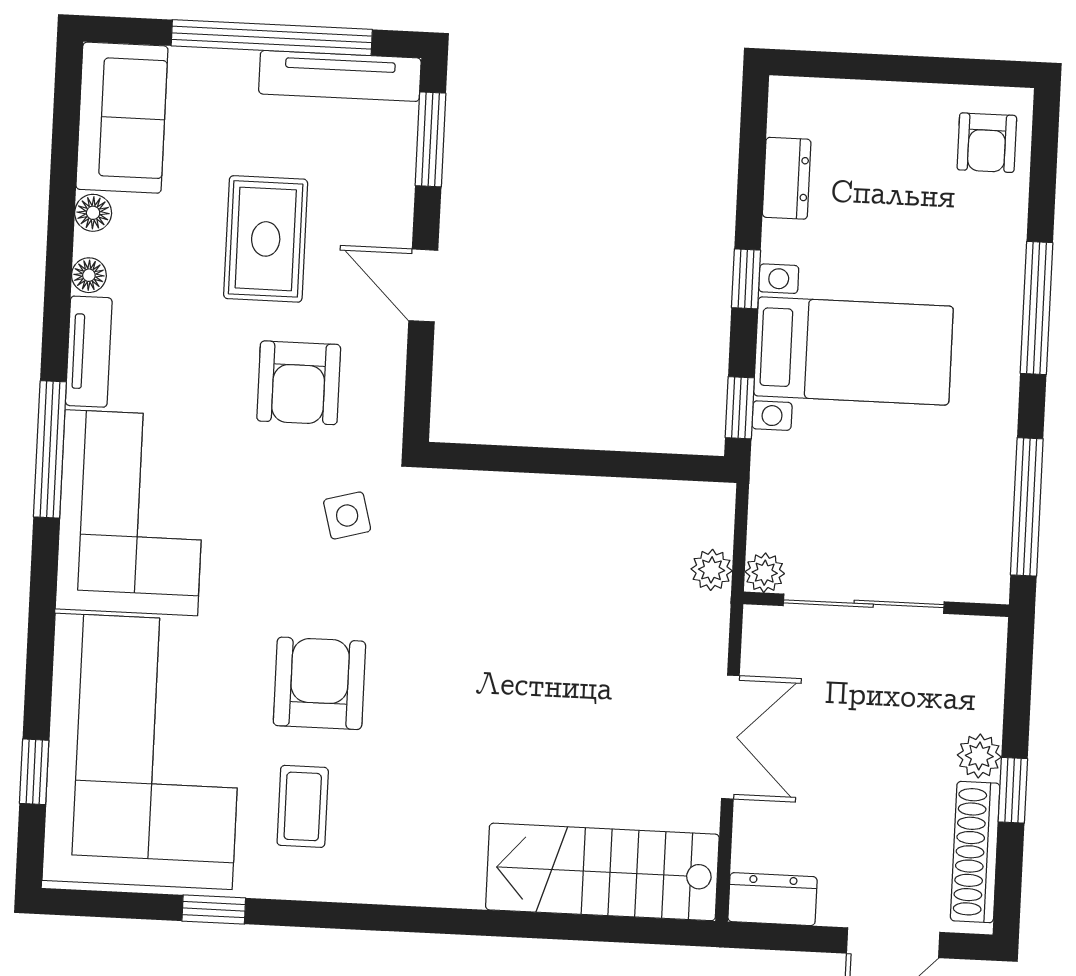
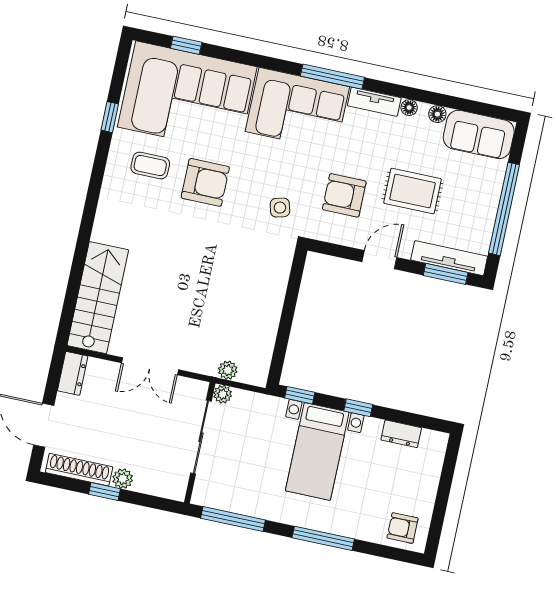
tv unit: (340, 76) -> (449, 258), moved, turned 90

